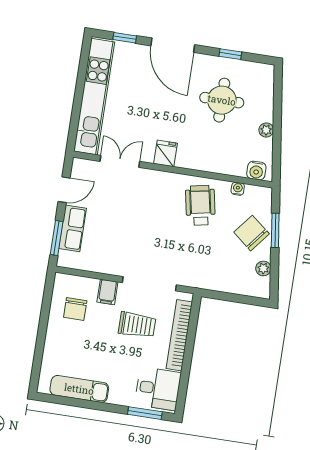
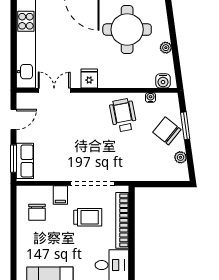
round table: (222, 100) -> (127, 30), width x1.36, depth x1.36
row of seats: (73, 228) -> (25, 161), moved

